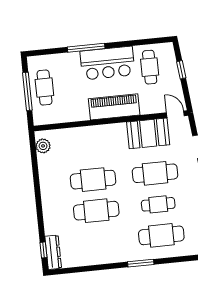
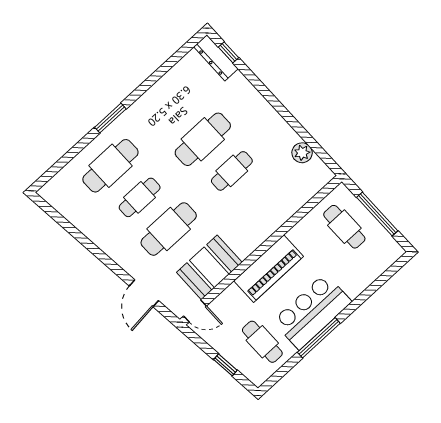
window: (86, 48) -> (319, 338), moved
cafe table: (44, 88) -> (344, 227), moved
plant: (43, 146) -> (302, 153), moved
cafe table: (93, 180) -> (232, 171), width x0.73, depth x0.74

